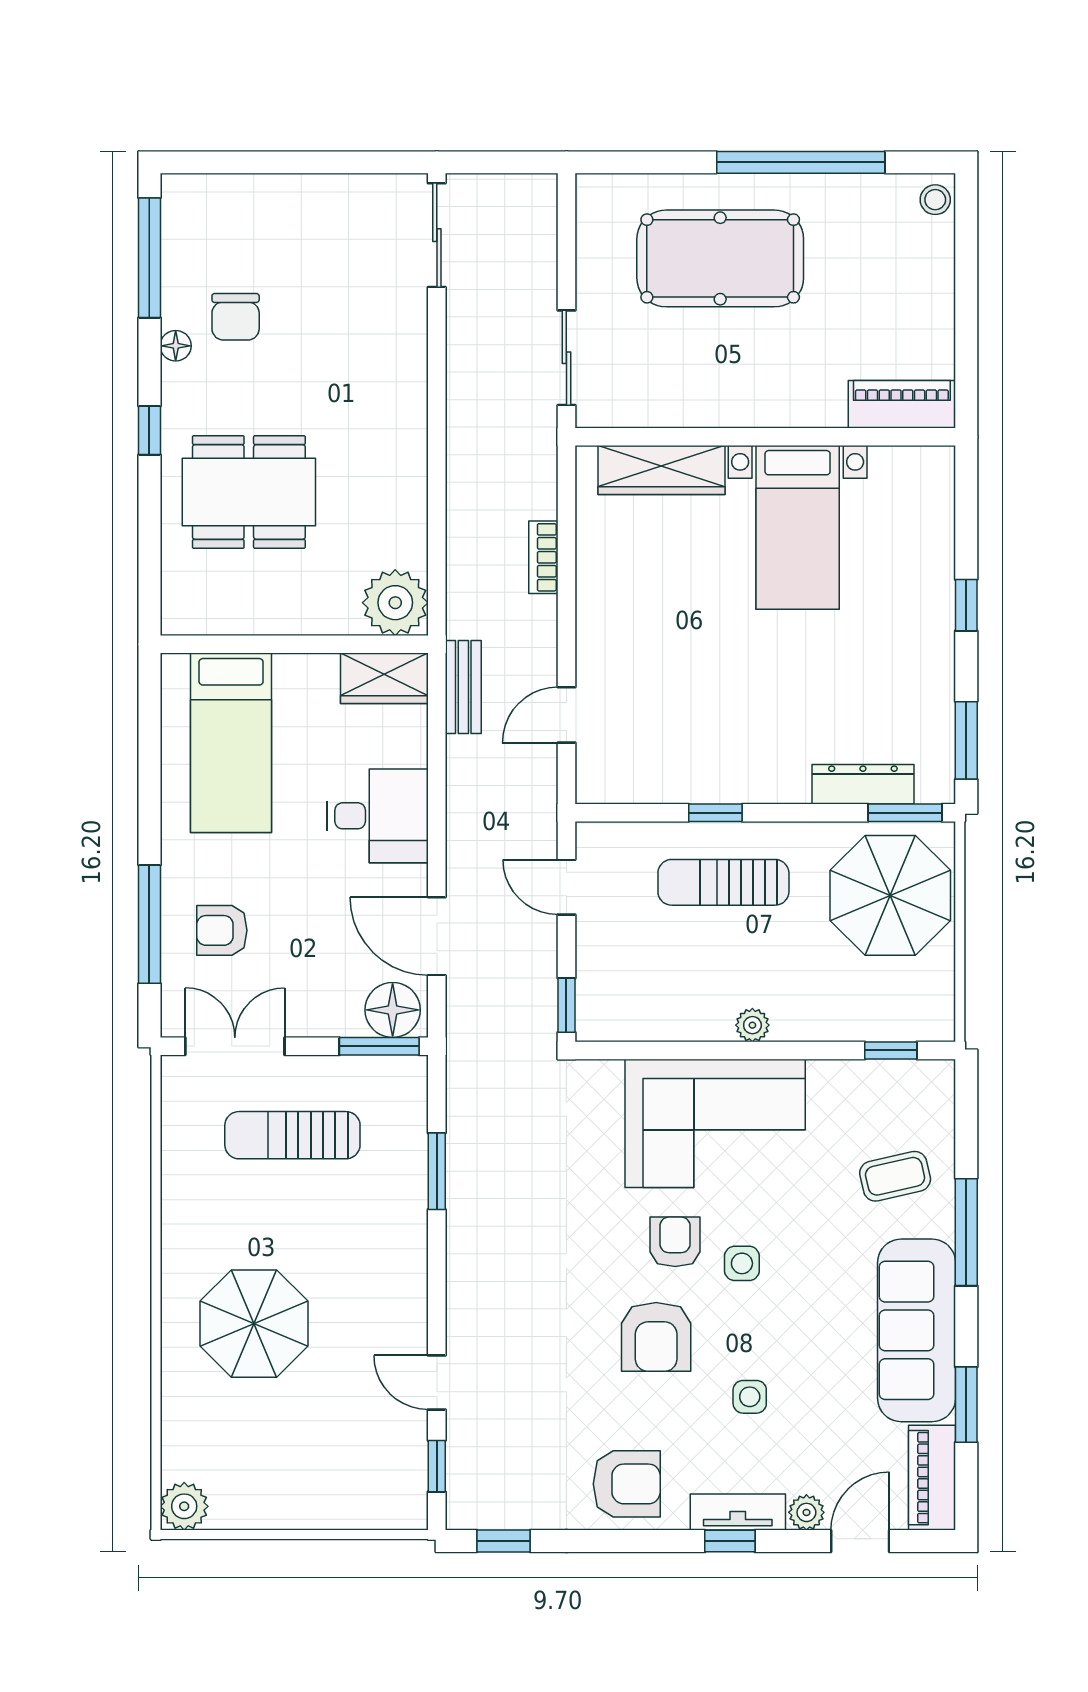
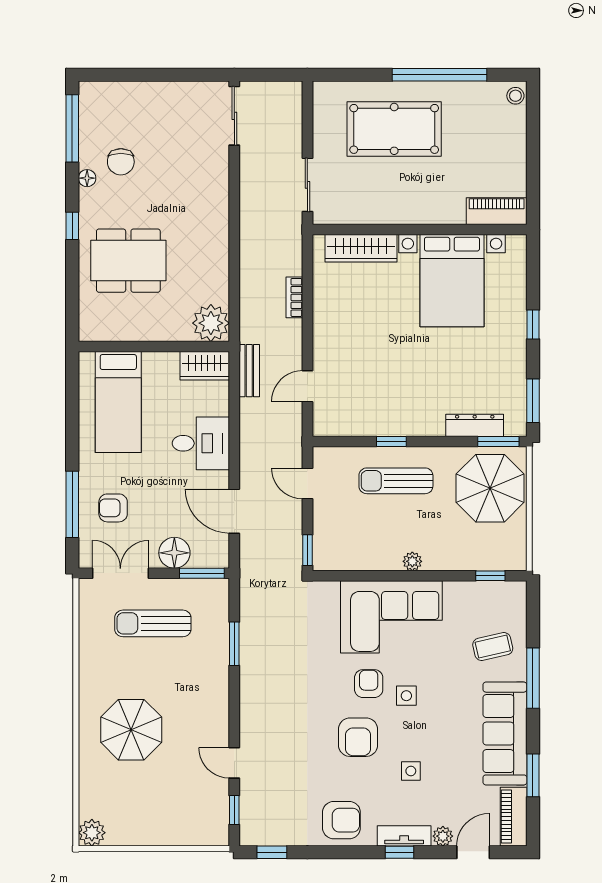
bed with nightstands: (798, 527) -> (452, 281), width x1.36
floor lamp: (393, 1010) -> (174, 553), moved

